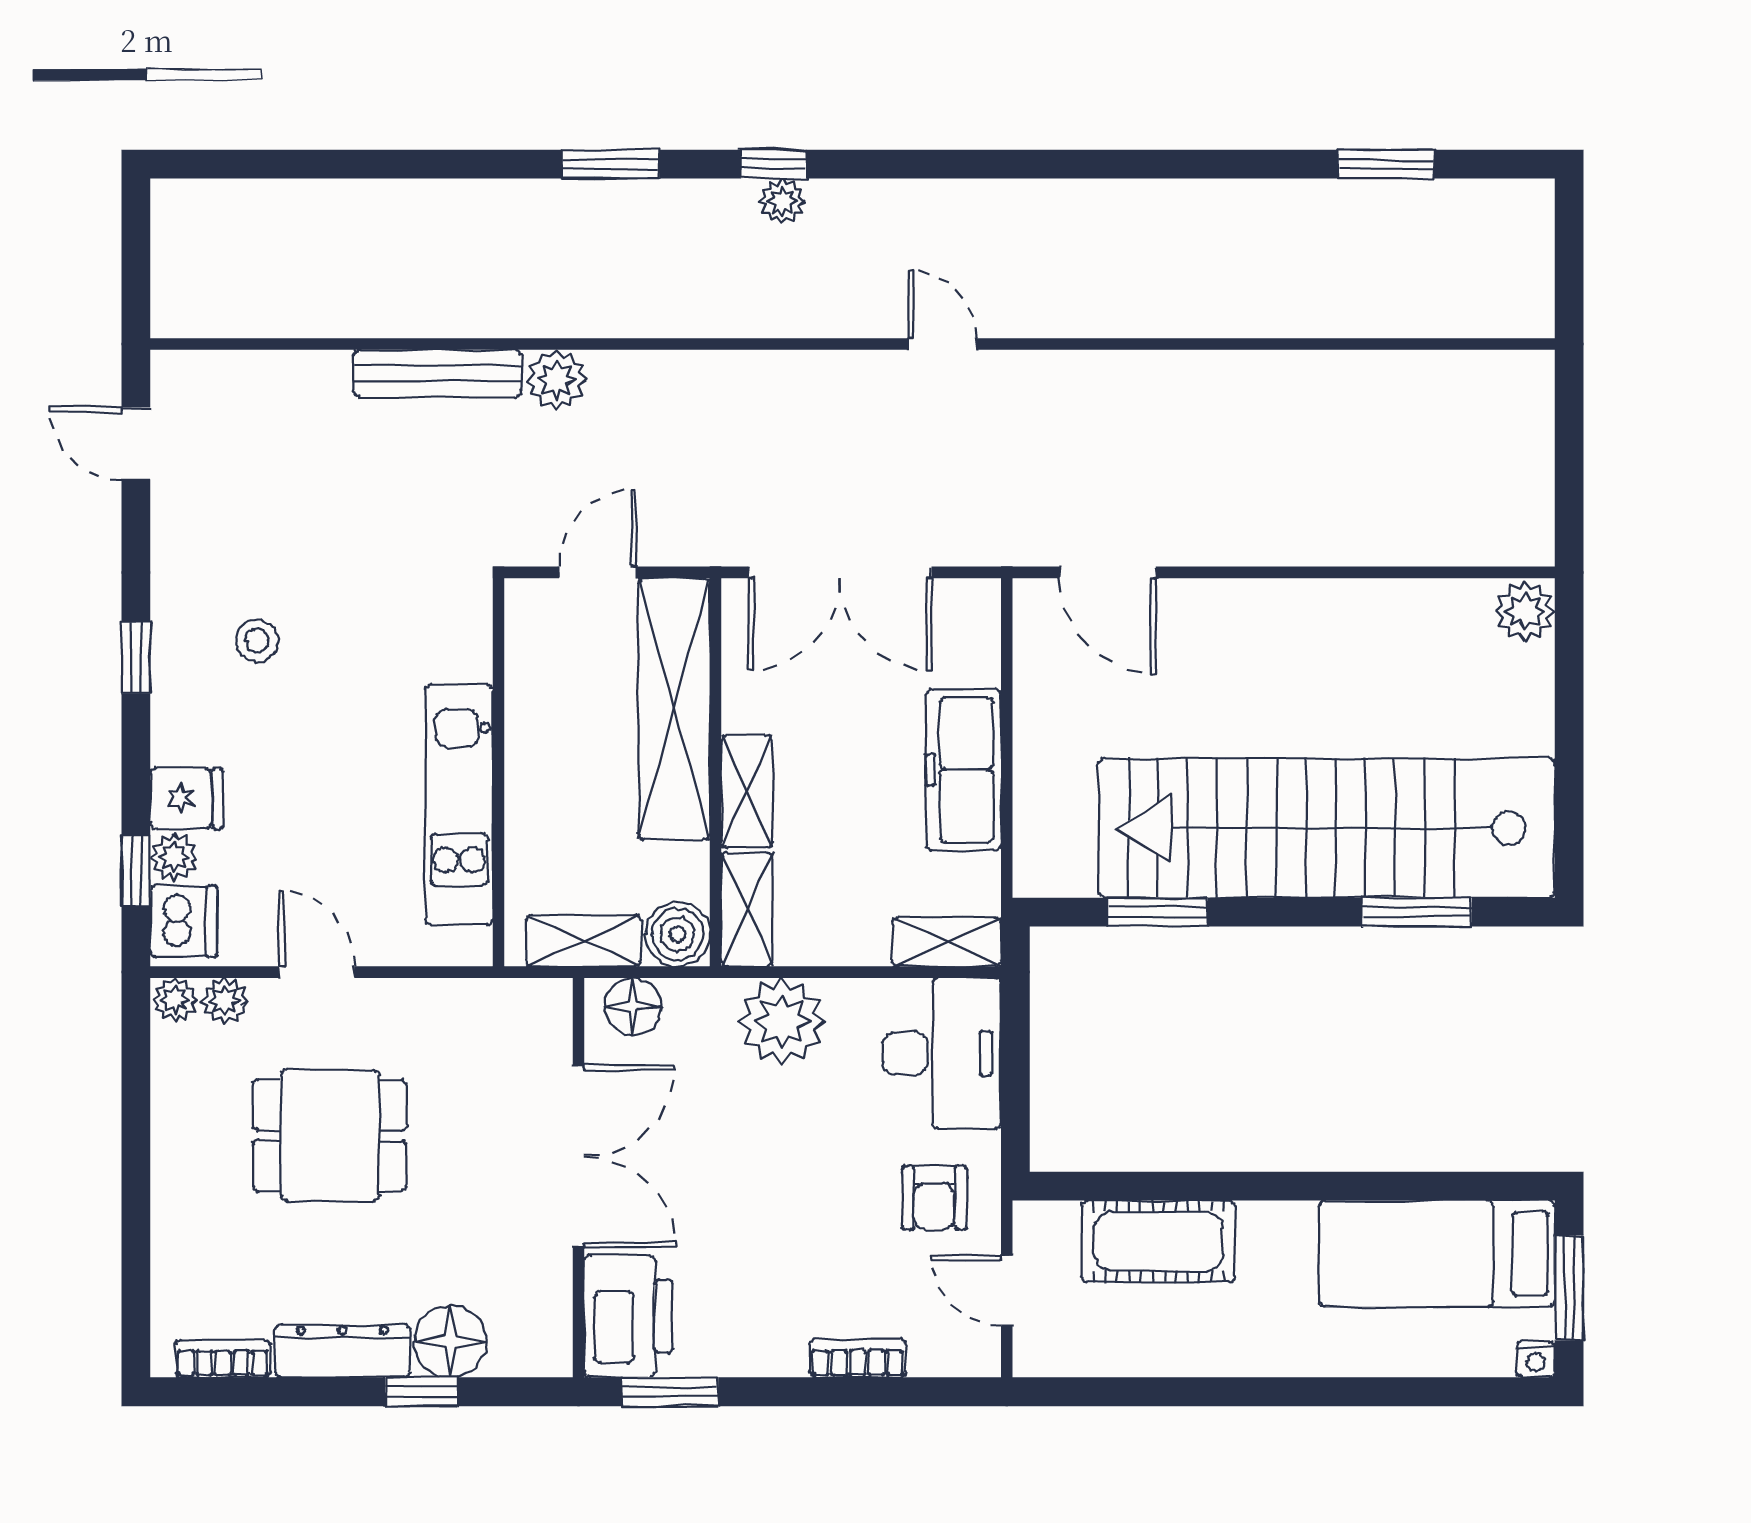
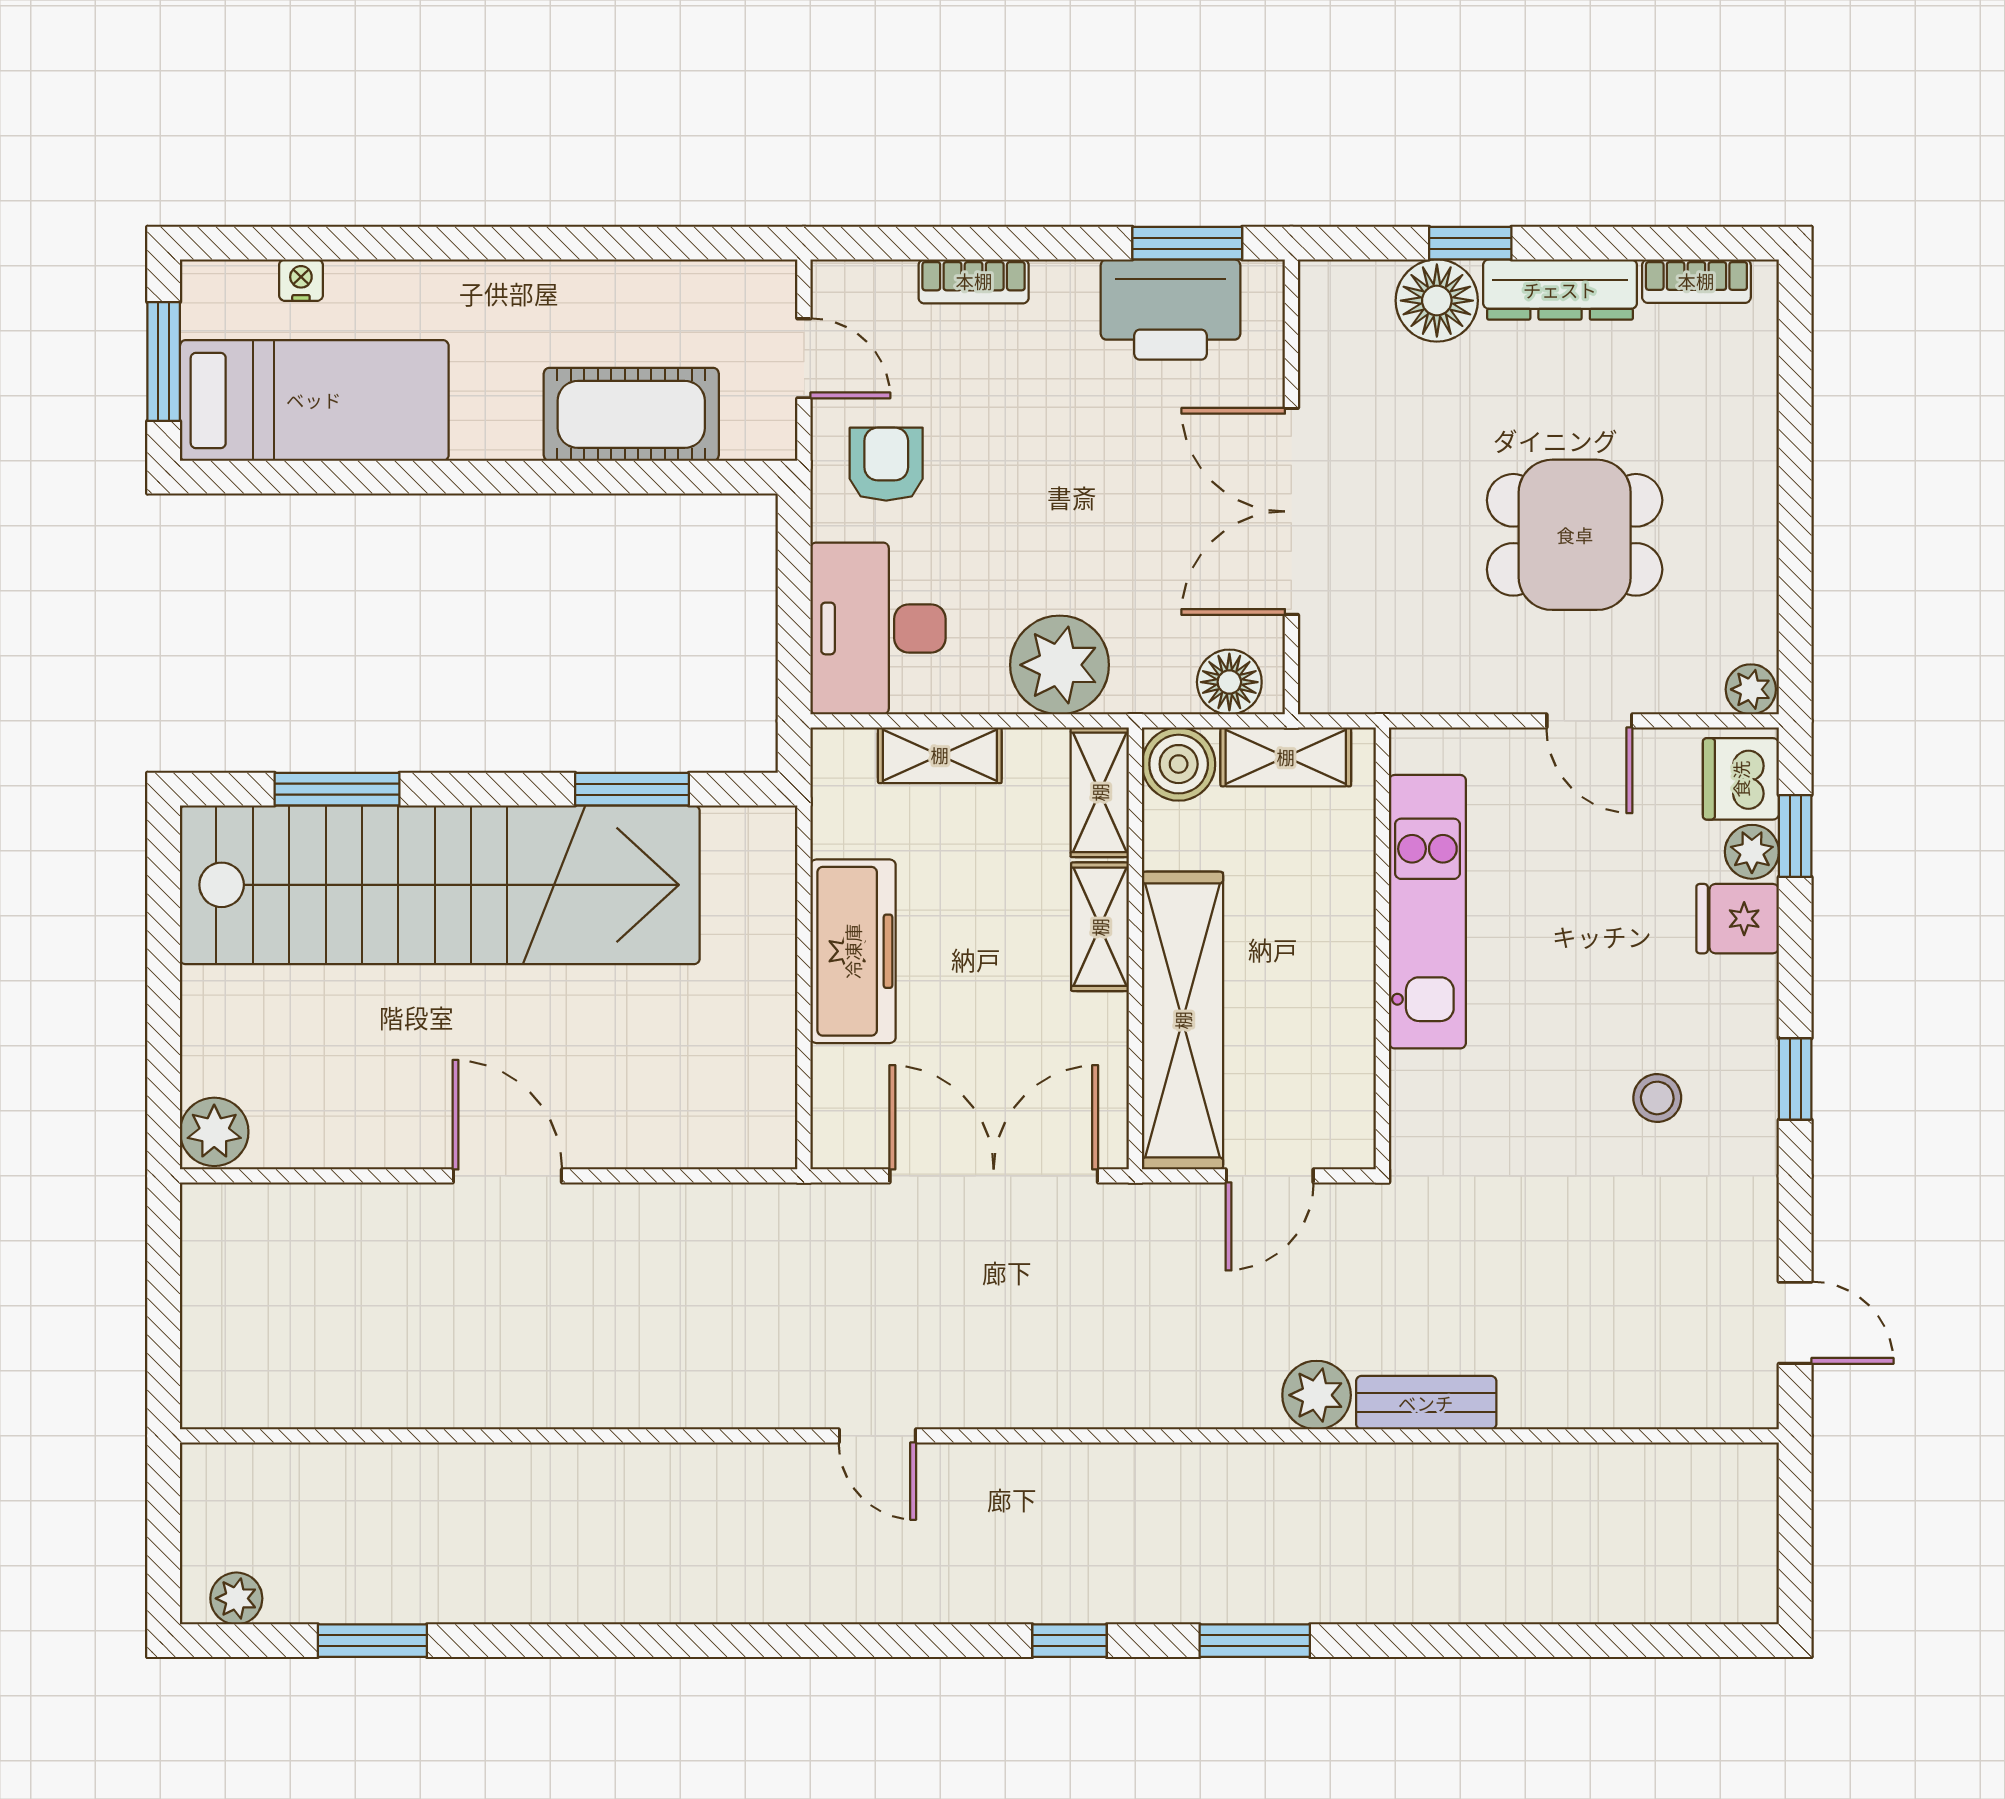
plant: (782, 201) -> (236, 1598), moved
bench: (438, 373) -> (1426, 1403), width x0.73
door: (1108, 572) -> (507, 1176), moved
shelving: (947, 942) -> (940, 755), moved
plant: (225, 1001) -> (1694, 688), removed
printer: (628, 1316) -> (1171, 310), moved, turned -90
nightstand: (1536, 1359) -> (301, 280), moved

